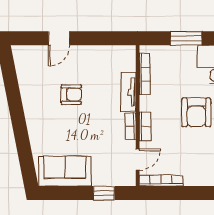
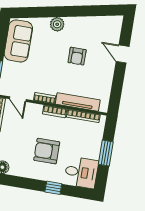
tv unit: (128, 92) -> (78, 102), width x1.41
plant: (36, 126) -> (57, 24), added
bookcase: (145, 126) -> (55, 111), moved

